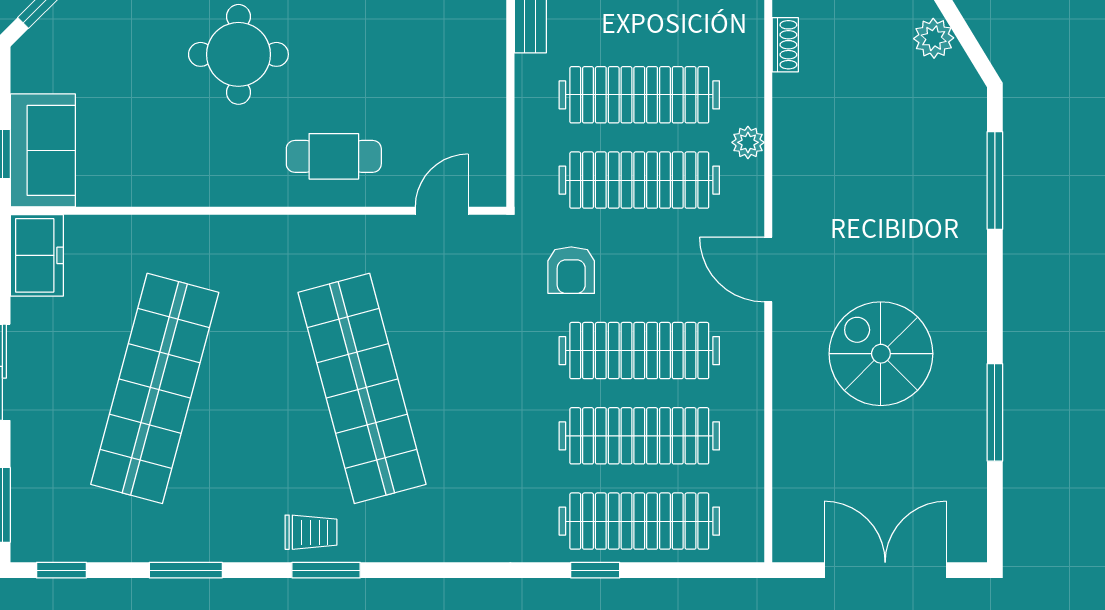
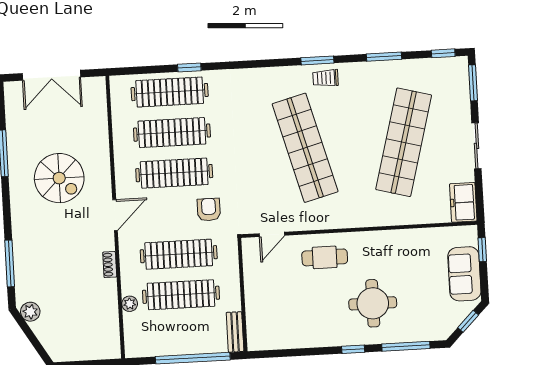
plant: (934, 38) -> (30, 312), moved
shoe rack: (785, 45) -> (110, 265), moved
plant: (748, 142) -> (130, 304), moved
sofa: (43, 150) -> (464, 274), moved
door: (768, 270) -> (115, 215), hinge flipped

